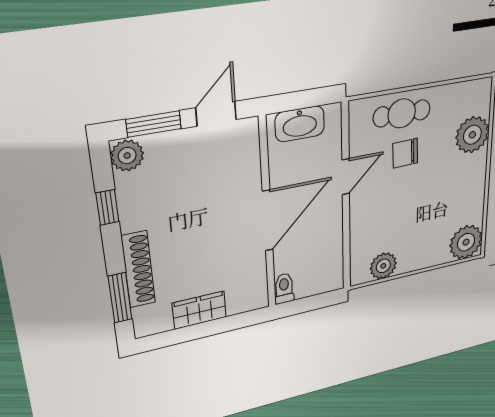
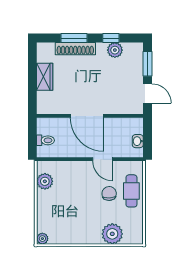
washbasin: (300, 124) -> (138, 141), width x0.52, depth x0.69
plant: (127, 156) -> (115, 50), moved
plant: (466, 242) -> (42, 239), width x0.53, depth x0.53
toilet: (284, 288) -> (46, 140), moved
window: (120, 298) -> (74, 38), moved

